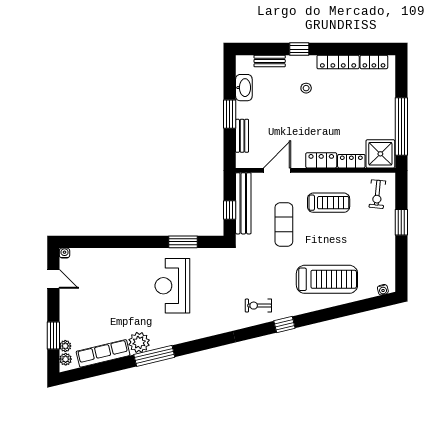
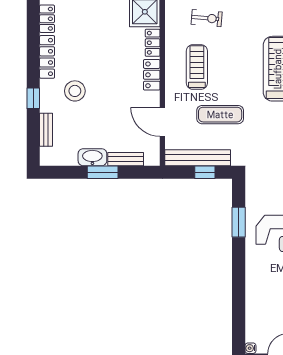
washbasin: (244, 88) -> (92, 157), moved
stool: (306, 88) -> (75, 91), width x1.89, depth x1.89
exercise bike: (377, 194) -> (207, 18), moved

